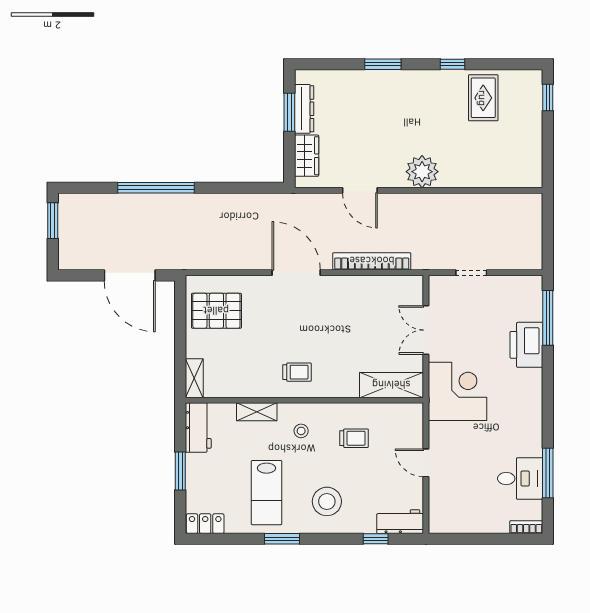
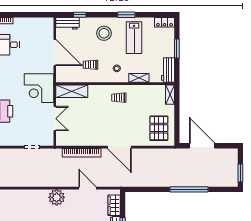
pallet: (216, 311) -> (159, 128), turned 90
door: (426, 463) -> (55, 52), width x1.87
lab bench: (267, 493) -> (134, 38), turned 180

